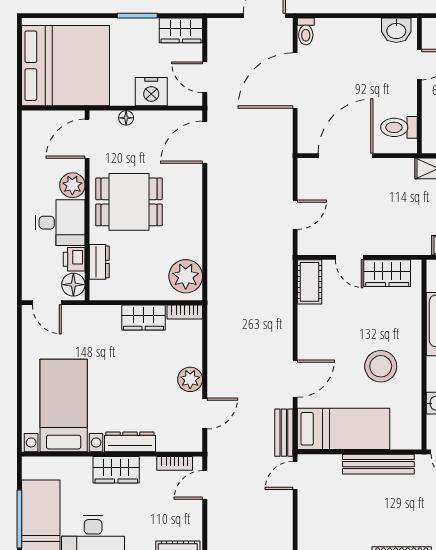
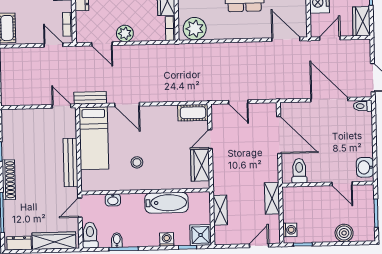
stool: (381, 366) -> (137, 162), width x0.53, depth x0.53

